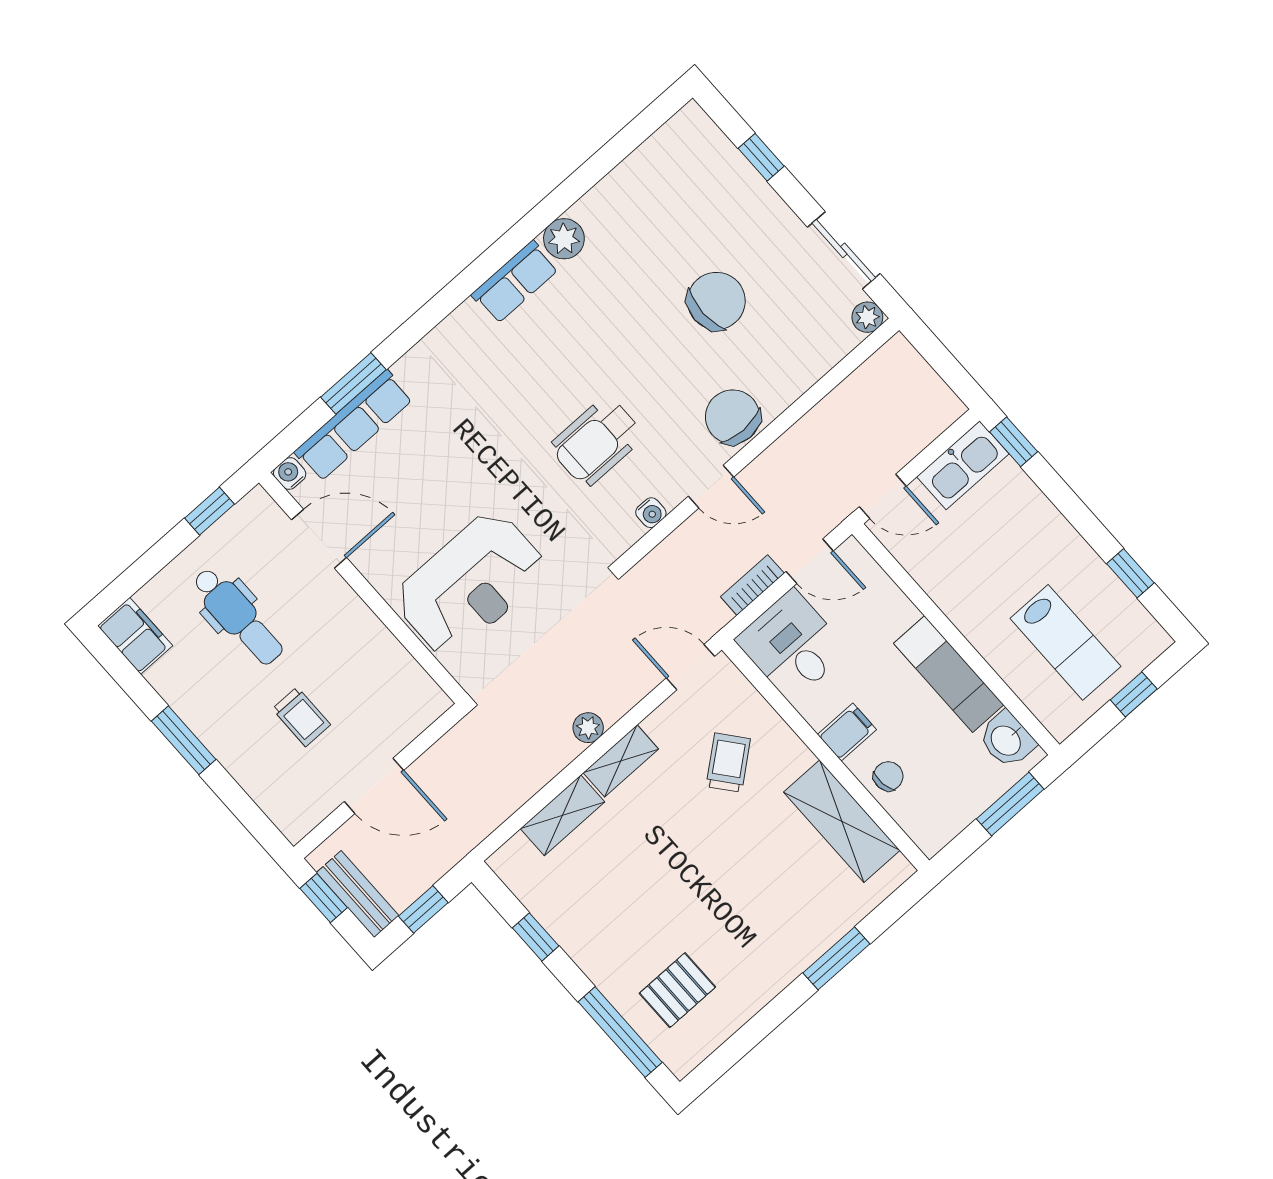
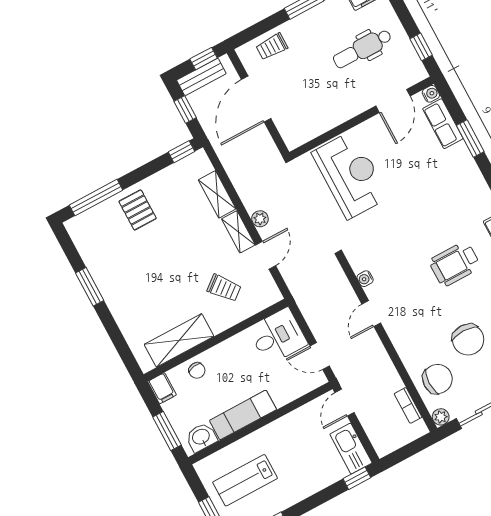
chair: (733, 417) -> (437, 379), moved
row of seats: (354, 426) -> (443, 124), width x0.68
wheelchair: (597, 441) -> (455, 264), moved, turned -90
door: (810, 561) -> (320, 356), hinge flipped
reception desk: (470, 584) -> (350, 175), turned 180
bookcase: (752, 585) -> (408, 405), moved, turned 180
door: (690, 667) -> (266, 255), moved
trolley: (301, 717) -> (272, 47), moved
filing cabinet: (847, 732) -> (162, 388), moved
door: (374, 786) -> (256, 99), width x1.36
window: (536, 937) -> (181, 152), moved
window: (836, 958) -> (90, 287), moved
pallet: (677, 990) -> (138, 210), moved

